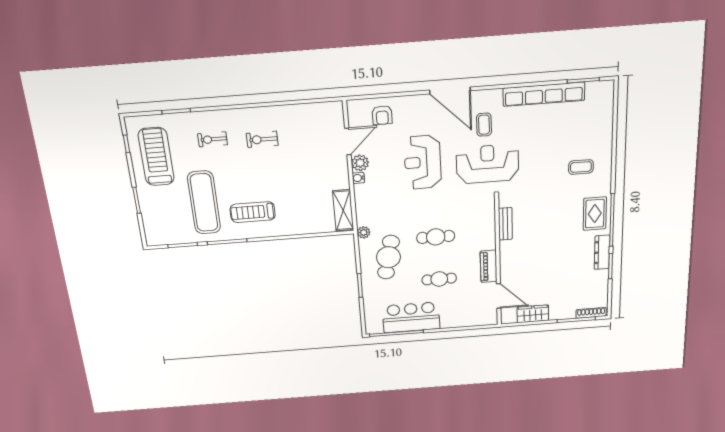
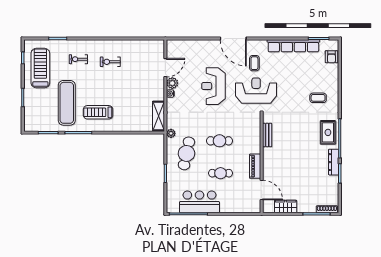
armchair: (382, 115) -> (331, 57), moved

